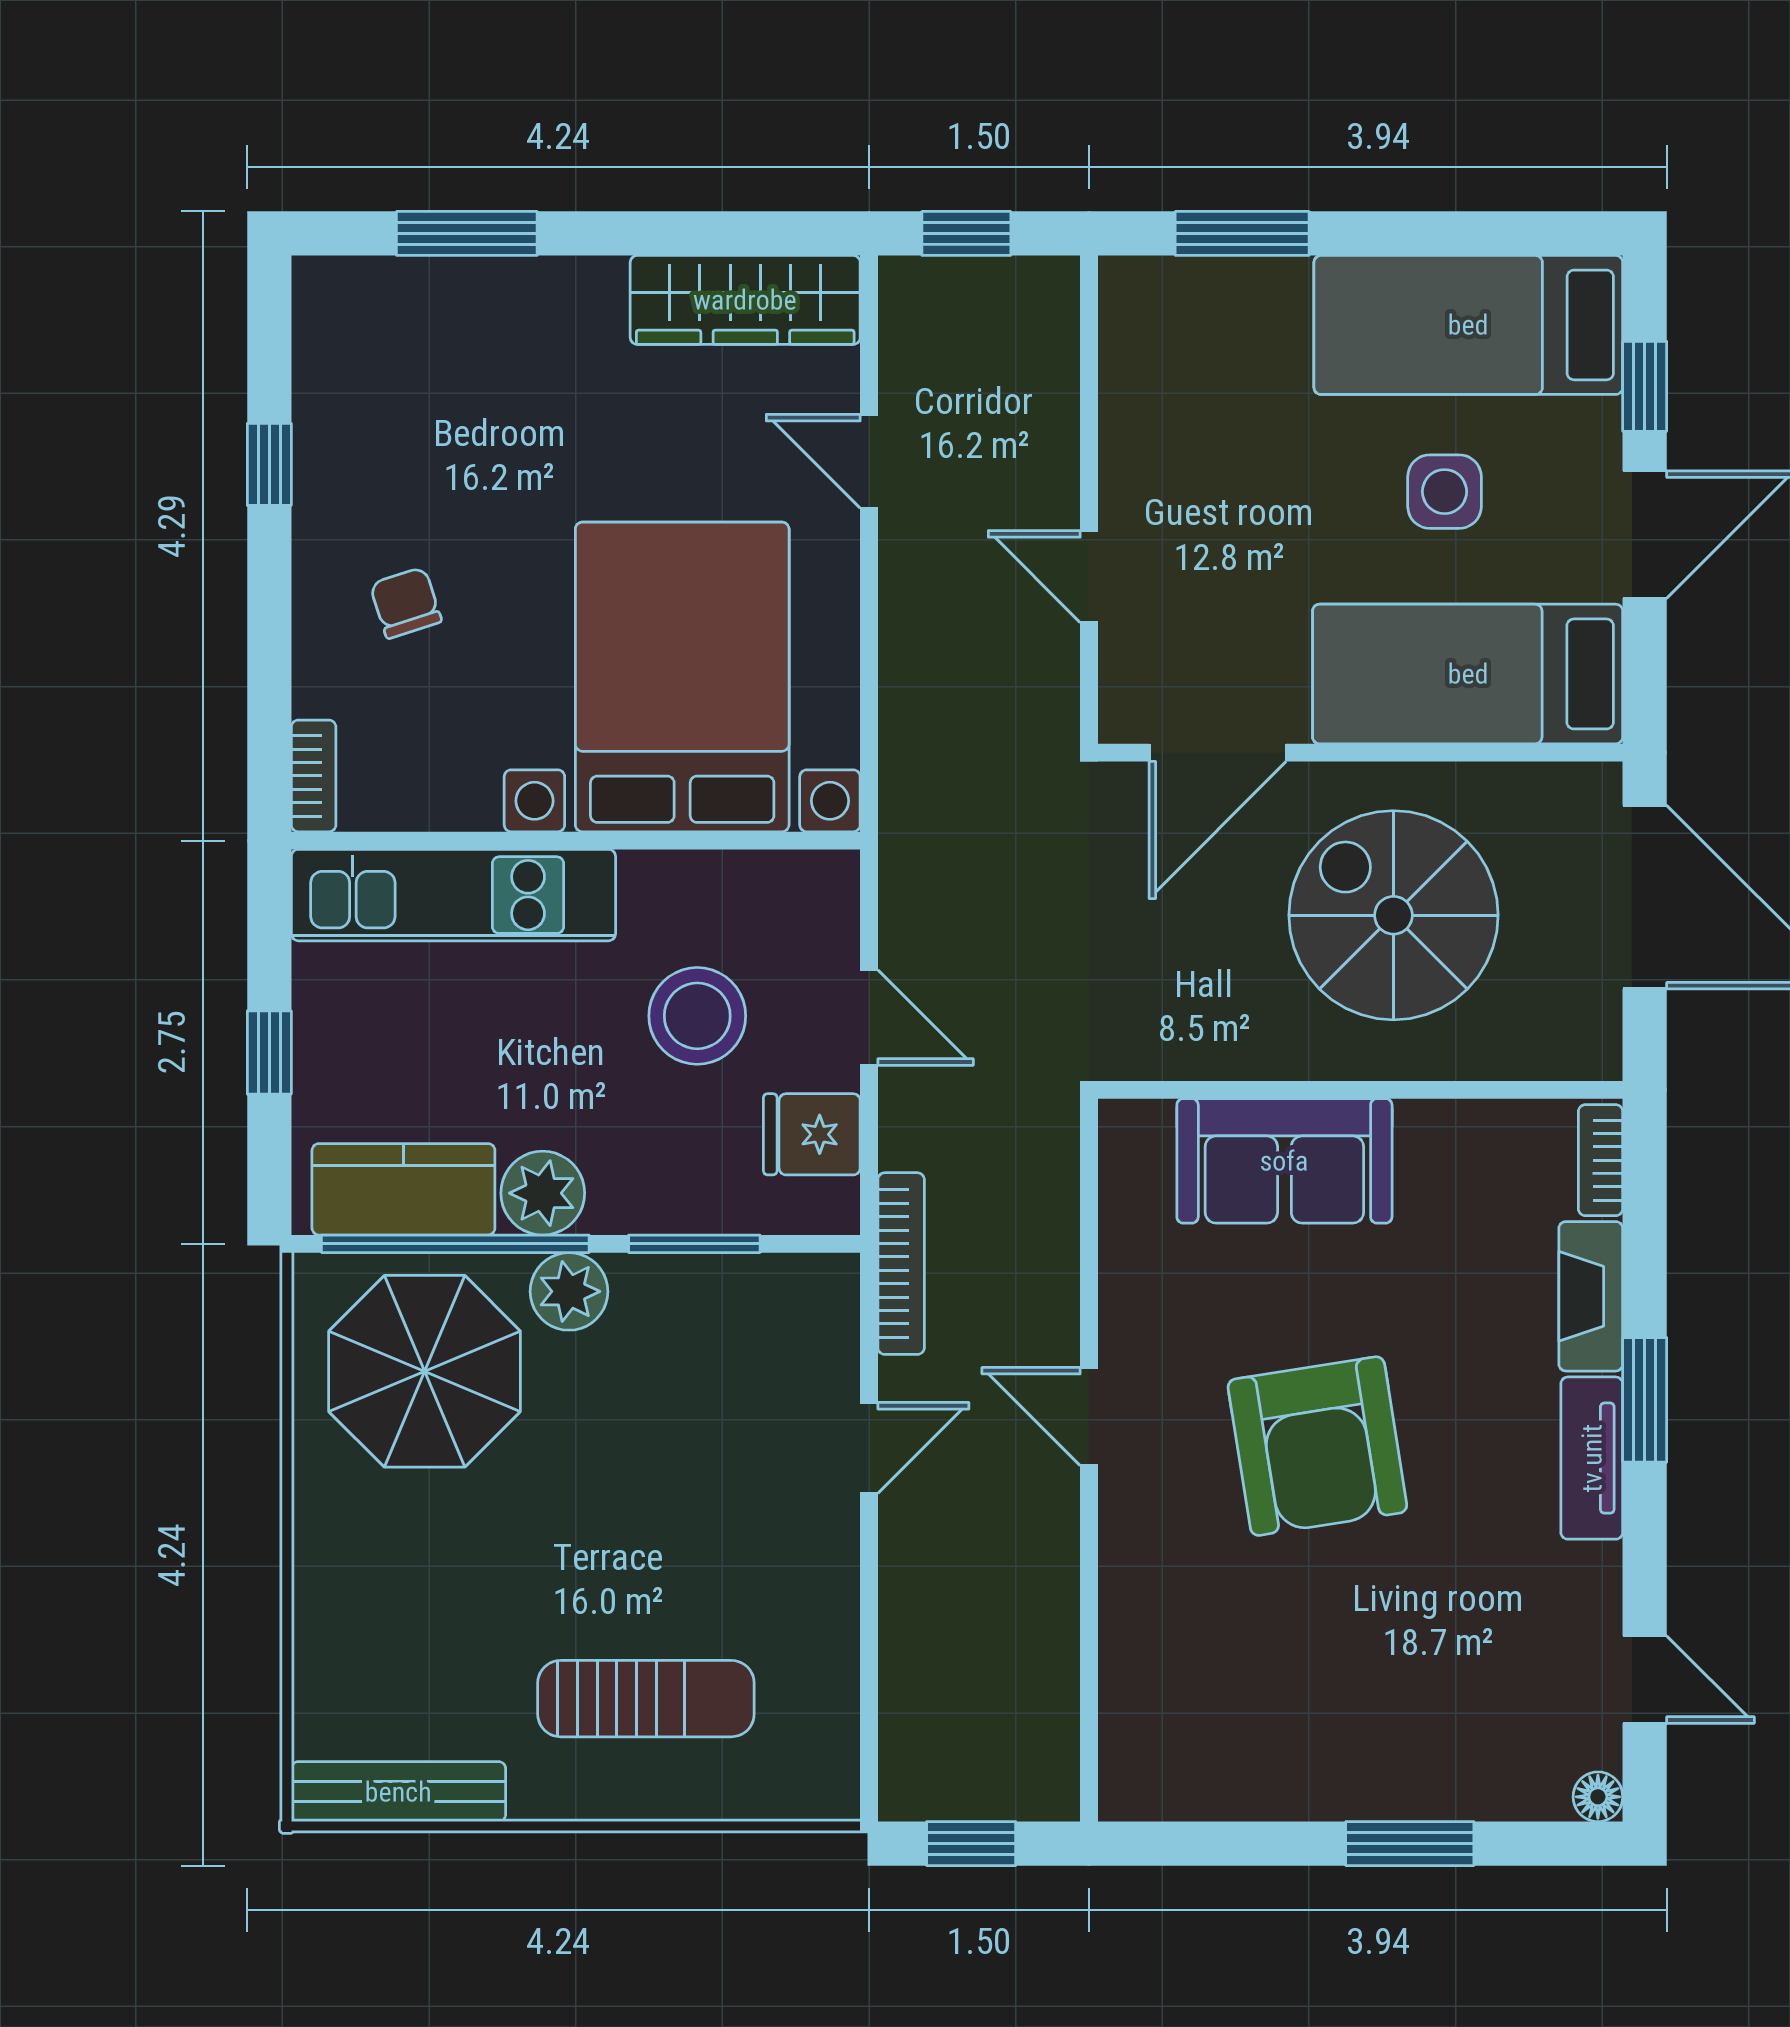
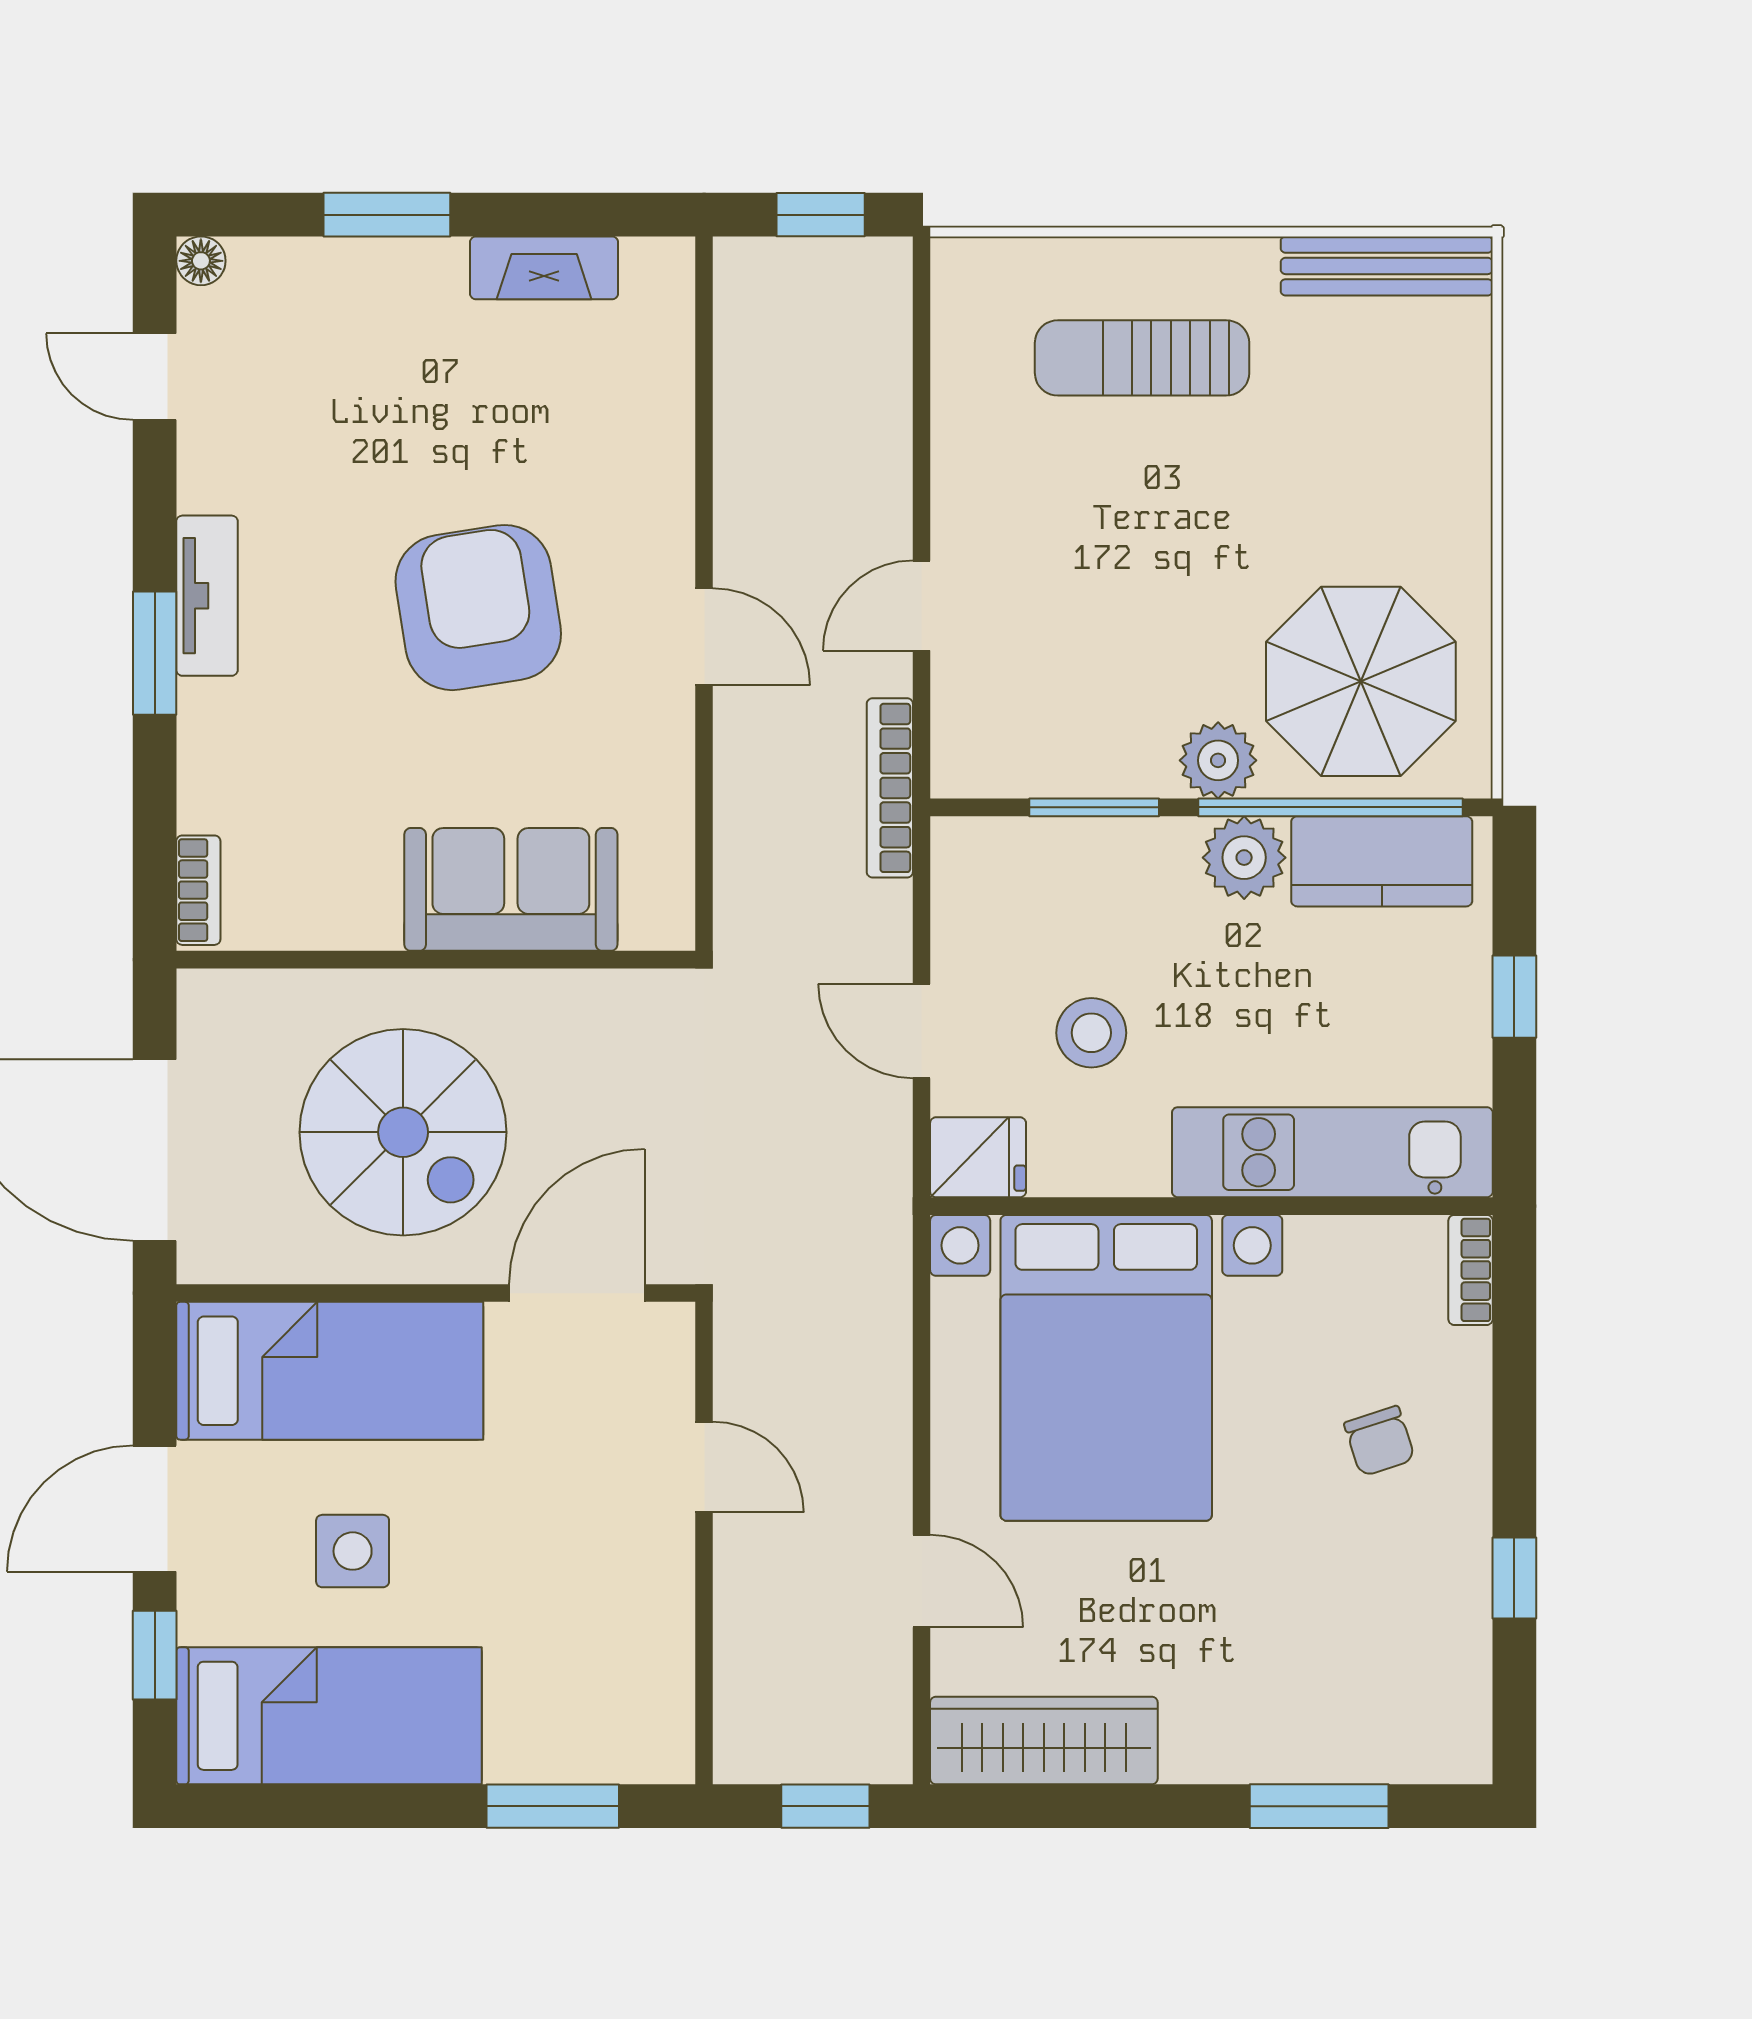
stool: (697, 1016) -> (1091, 1033), width x0.73, depth x0.73
fridge: (812, 1134) -> (978, 1157), moved
fireplace: (1591, 1296) -> (544, 268), moved, turned 90

